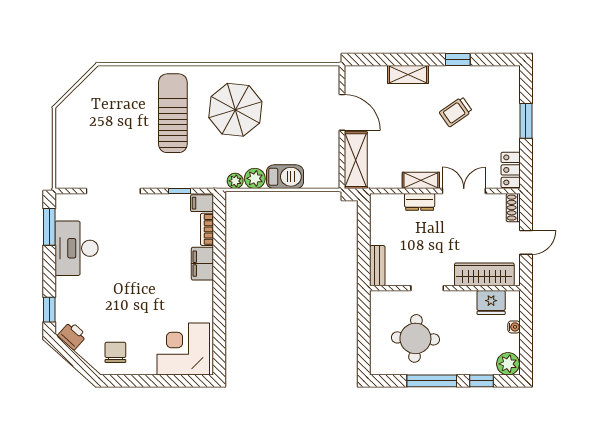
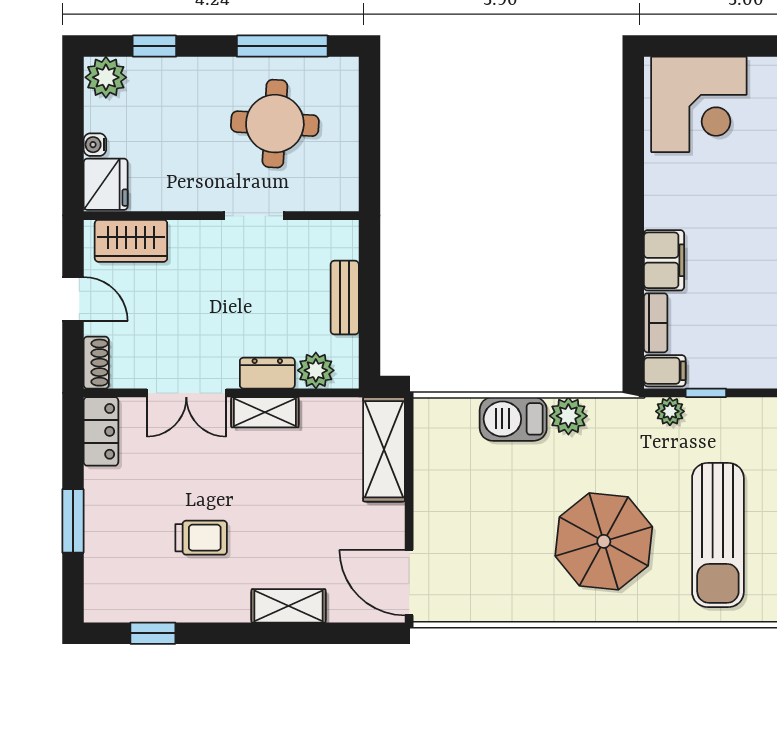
window: (458, 59) -> (153, 633), moved
door: (342, 112) -> (409, 583), moved
trolley: (456, 112) -> (201, 538), turned 35
plant: (235, 181) -> (670, 411), moved
plant: (393, 203) -> (316, 370), added
door: (526, 242) -> (73, 299), swing flipped
bench: (377, 266) -> (345, 298), moved
wardrobe: (484, 274) -> (131, 241), width x0.67
fridge: (491, 302) -> (106, 184), moved, turned 90
window: (432, 381) -> (282, 46), moved

